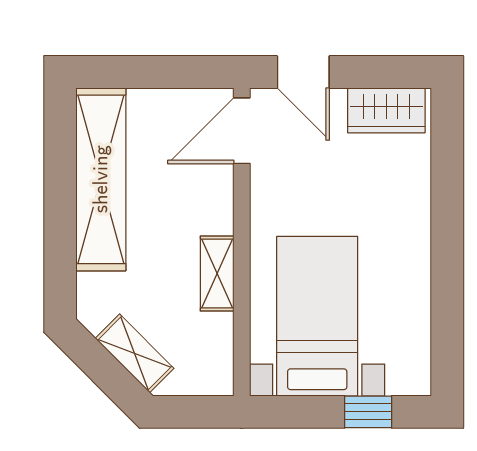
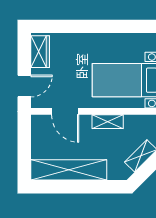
door: (242, 131) -> (65, 111), moved

